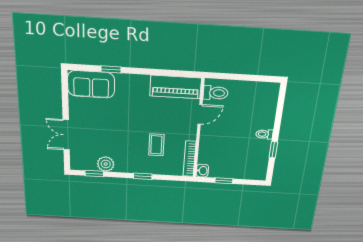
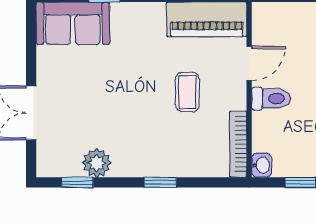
toilet: (216, 93) -> (271, 99), moved
coffee table: (156, 145) -> (187, 92), moved

